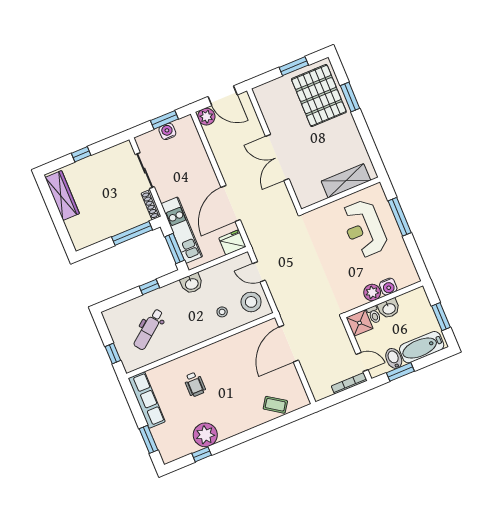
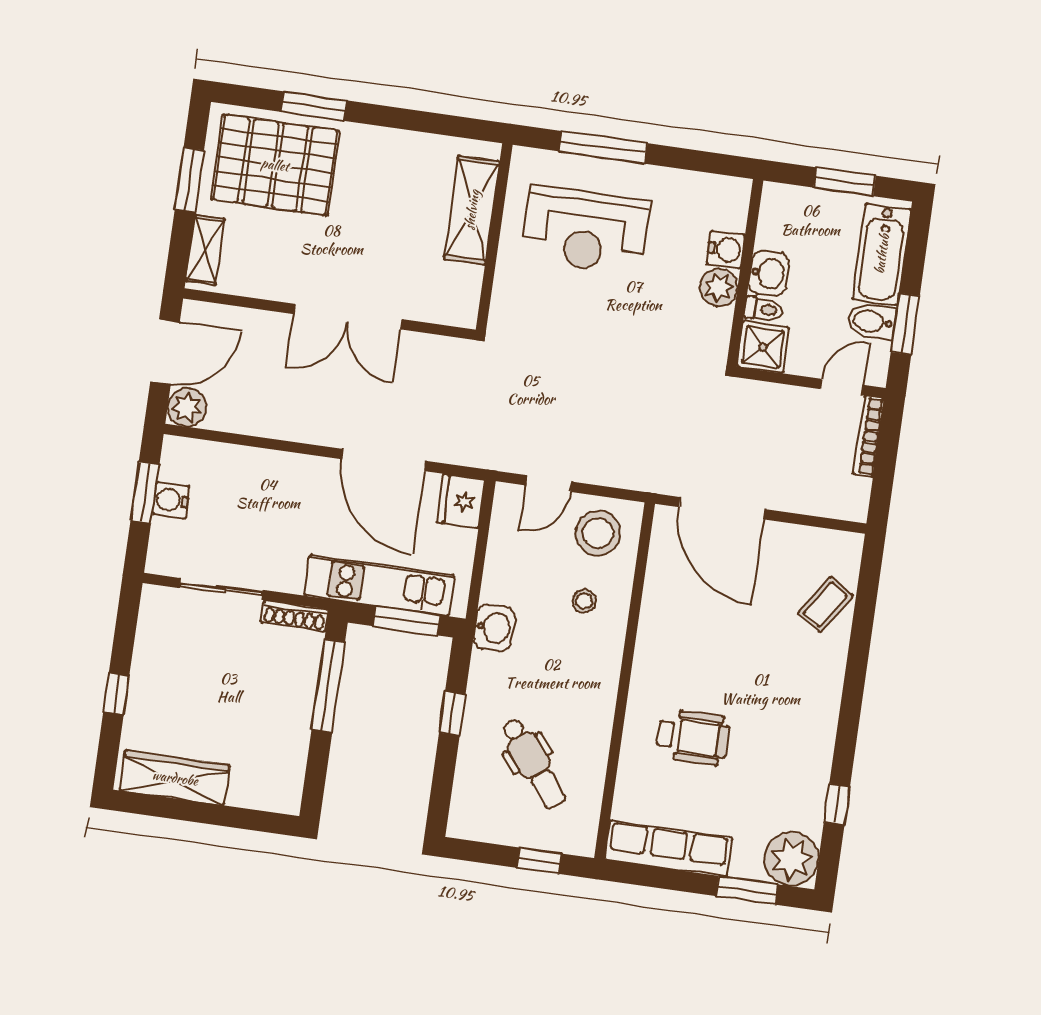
shelving: (271, 88) -> (205, 250), added
wheelchair: (195, 384) -> (693, 737), width x1.36, depth x1.37
plant: (205, 435) -> (791, 859), moved

